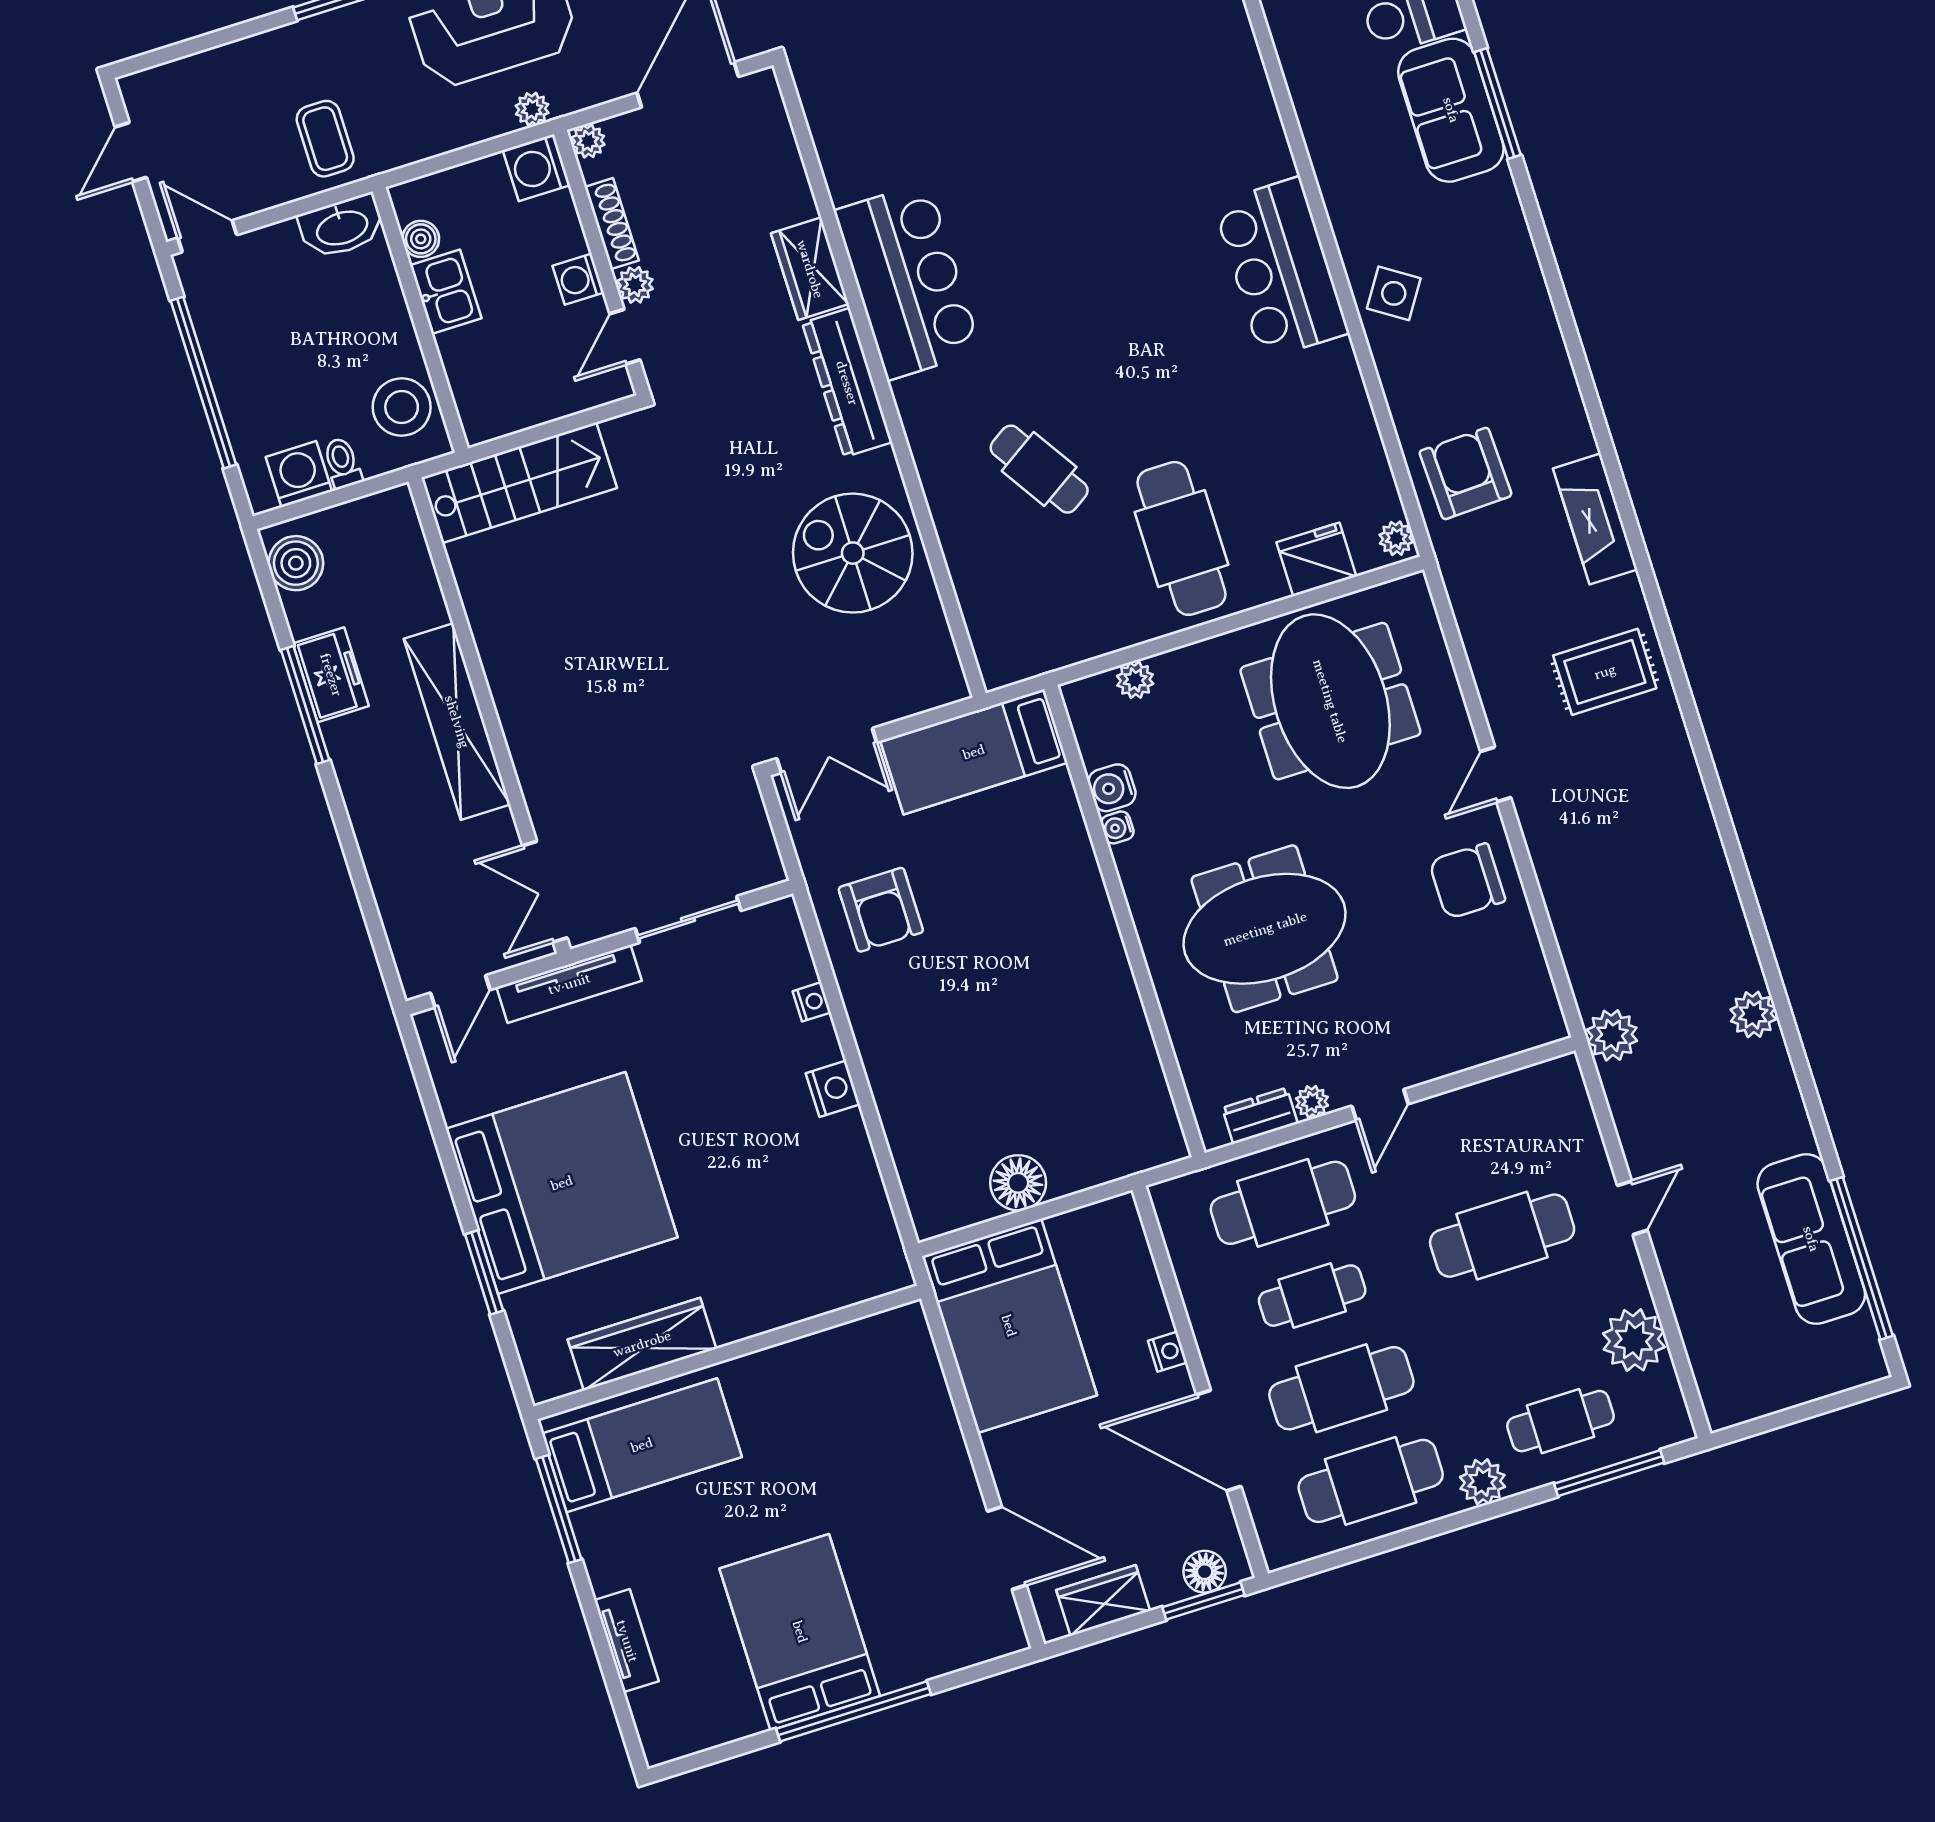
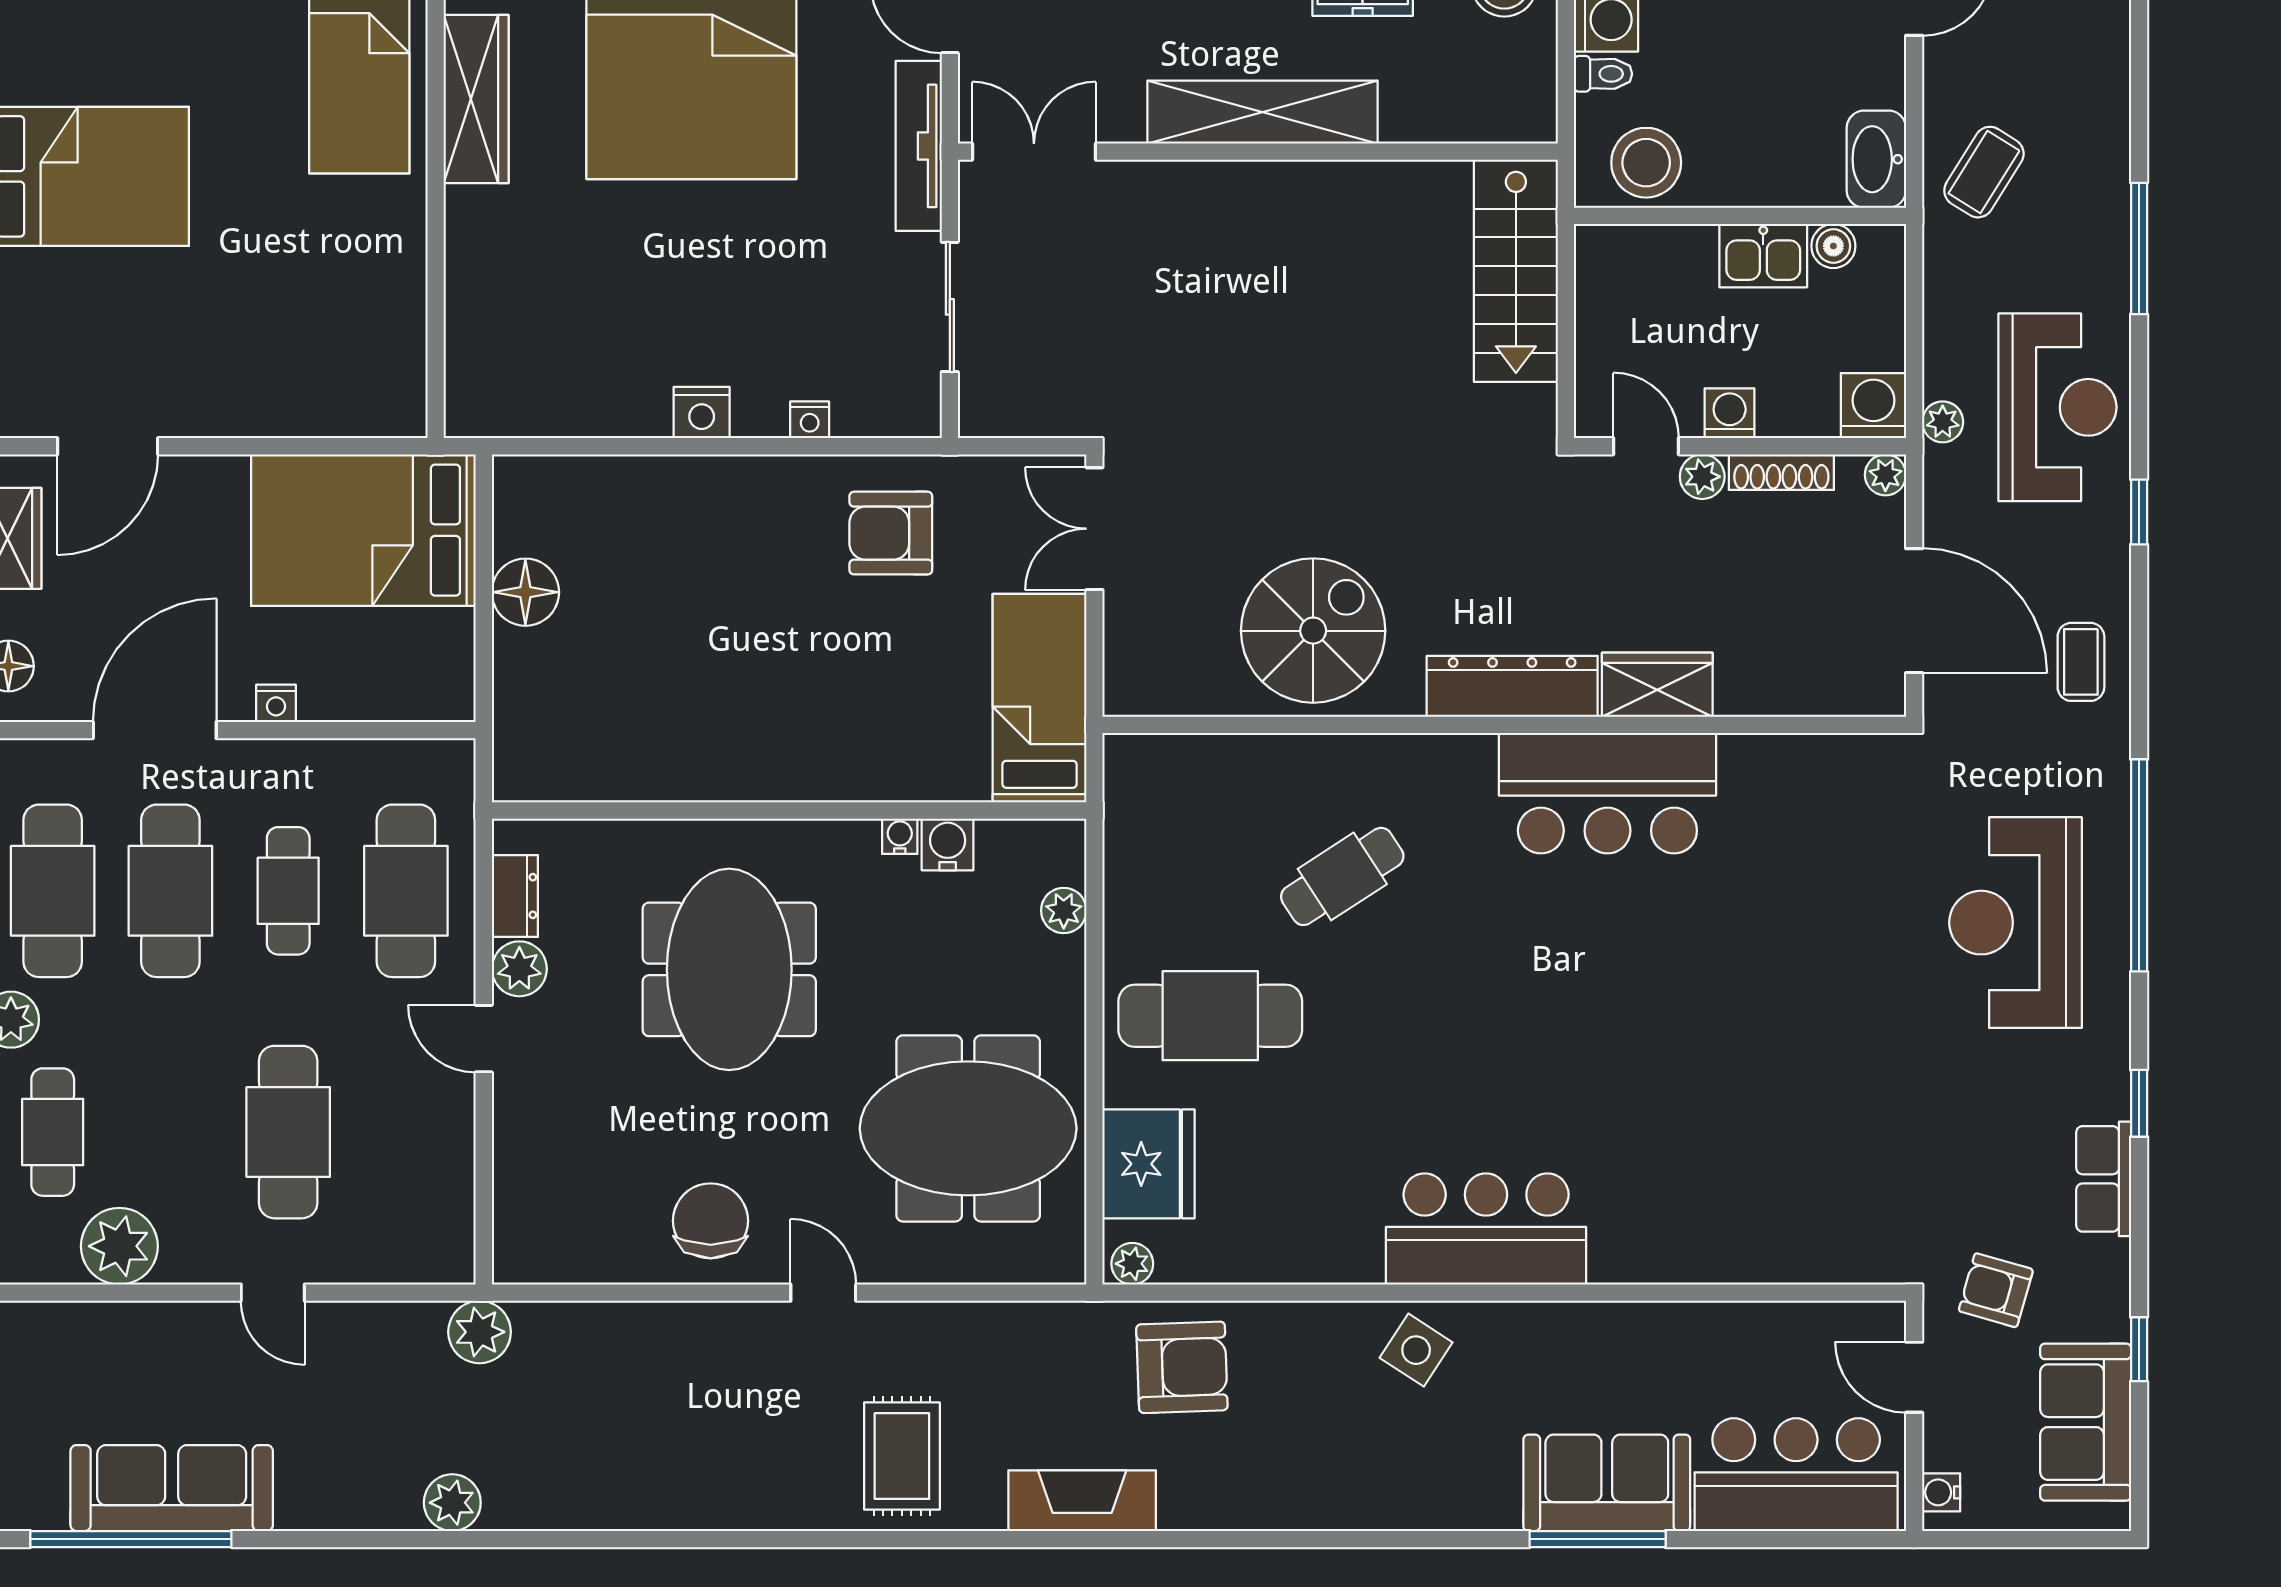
coffee table: (325, 139) -> (1984, 172), turned -58
fridge: (1316, 559) -> (1149, 1164), width x1.36, depth x1.34
plant: (1312, 1102) -> (519, 969), width x1.38, depth x1.38

